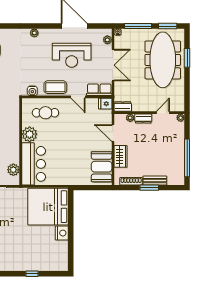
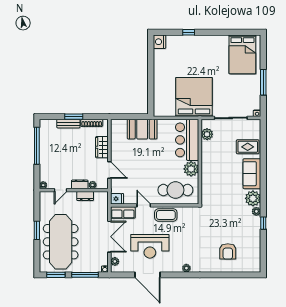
reception desk: (72, 55) -> (150, 246), turned 180
window: (187, 58) -> (37, 230), moved
double door: (113, 65) -> (109, 237), swing flipped
water cooler: (32, 91) -> (188, 211), removed
dresser: (123, 107) -> (85, 196), moved
cafe table: (45, 113) -> (175, 190), width x1.37, depth x1.35
booth: (102, 167) -> (142, 129), moved, turned 90
bed: (48, 207) -> (194, 97), moved, turned -90
nightstand: (62, 233) -> (159, 42), moved

